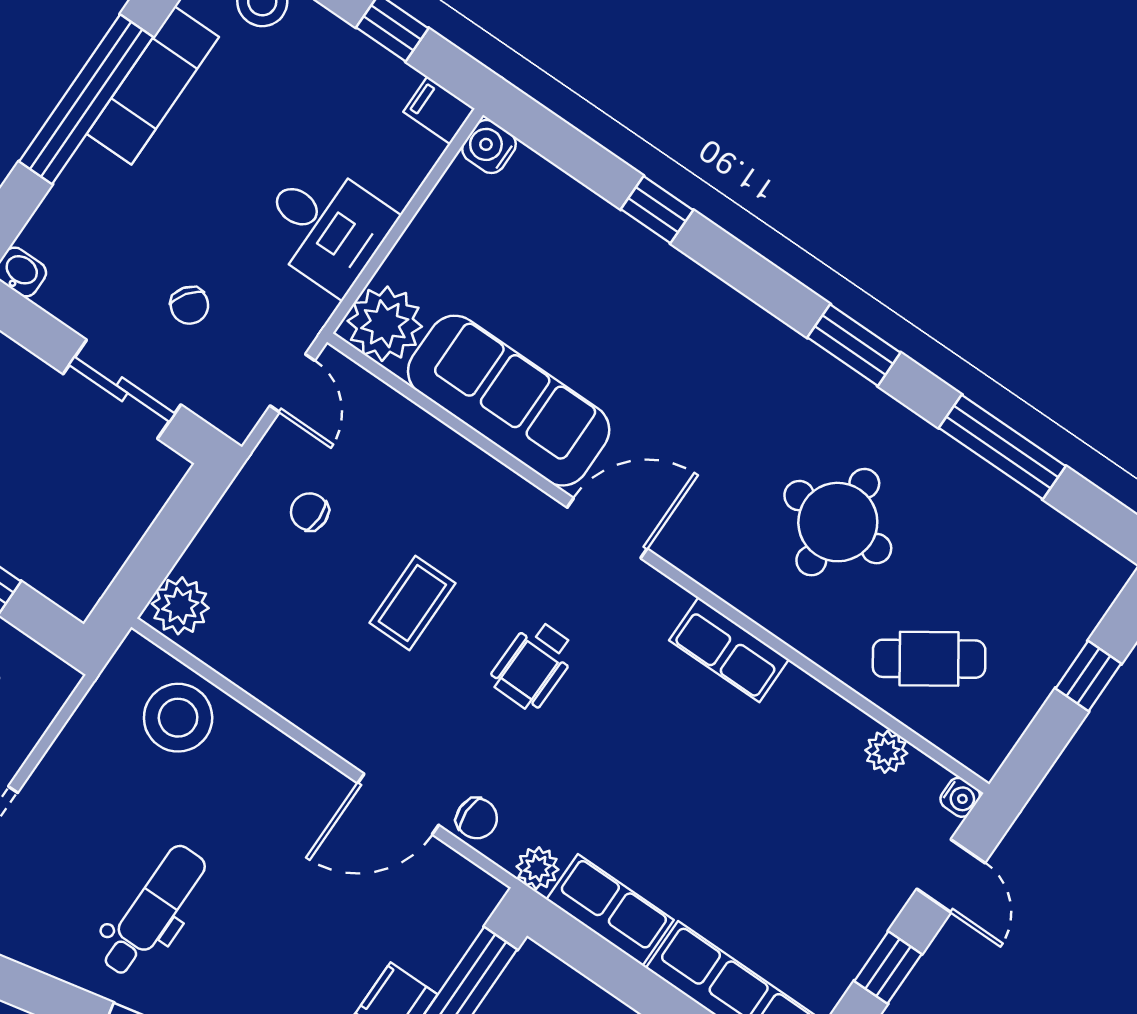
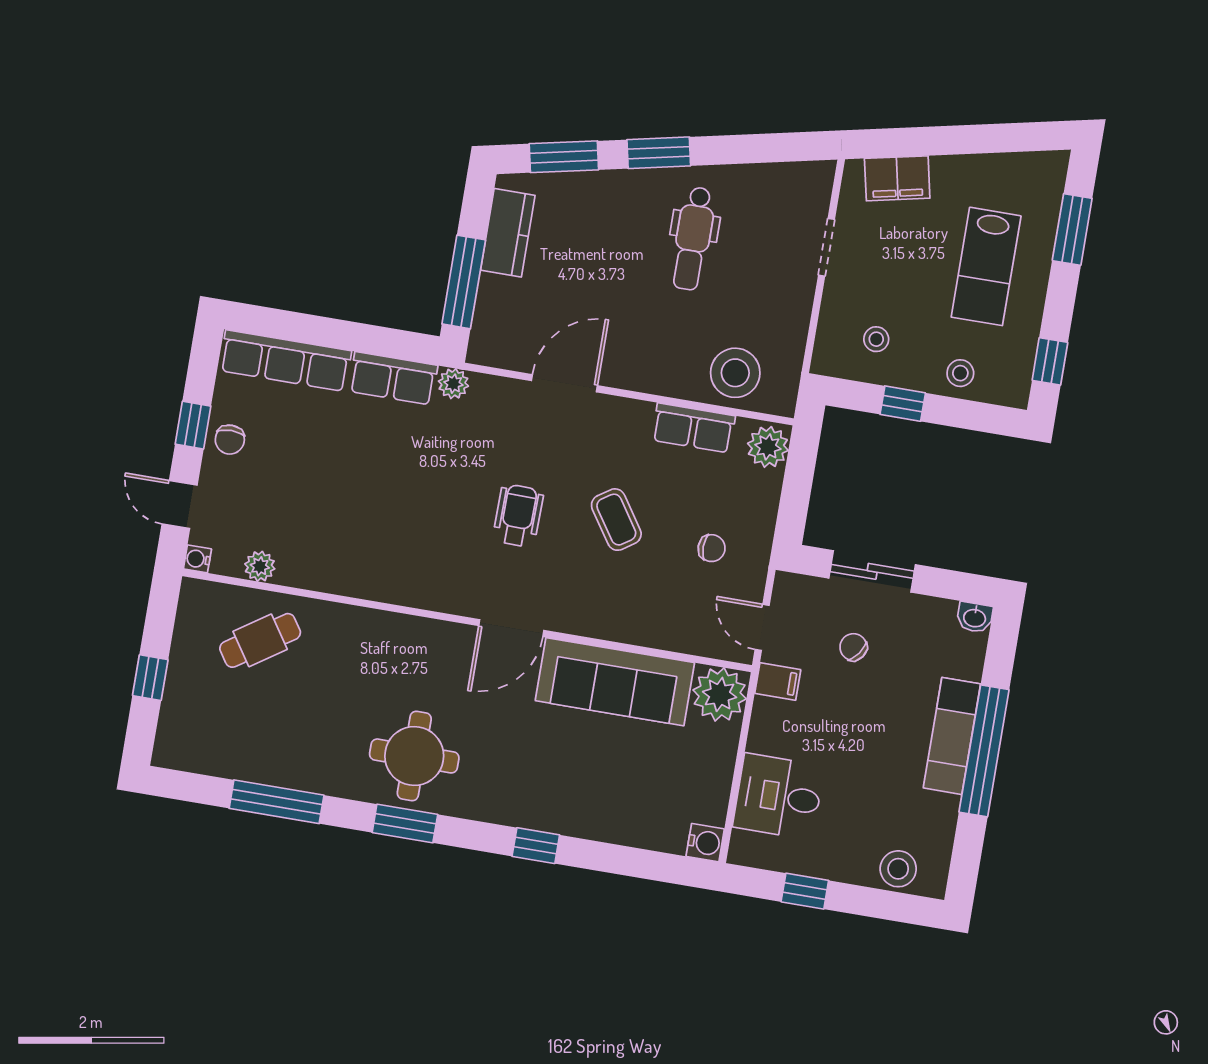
exam couch: (153, 85) -> (952, 736), moved
filing cabinet: (439, 110) -> (778, 682), moved
window: (657, 210) -> (536, 846), moved
desk: (326, 226) -> (779, 796), moved
round table: (838, 522) -> (414, 756), moved
coffee table: (412, 603) -> (616, 520), turned -34
row of seats: (729, 650) -> (693, 428), moved, turned 180
chair: (477, 818) -> (230, 440), moved, turned -90

